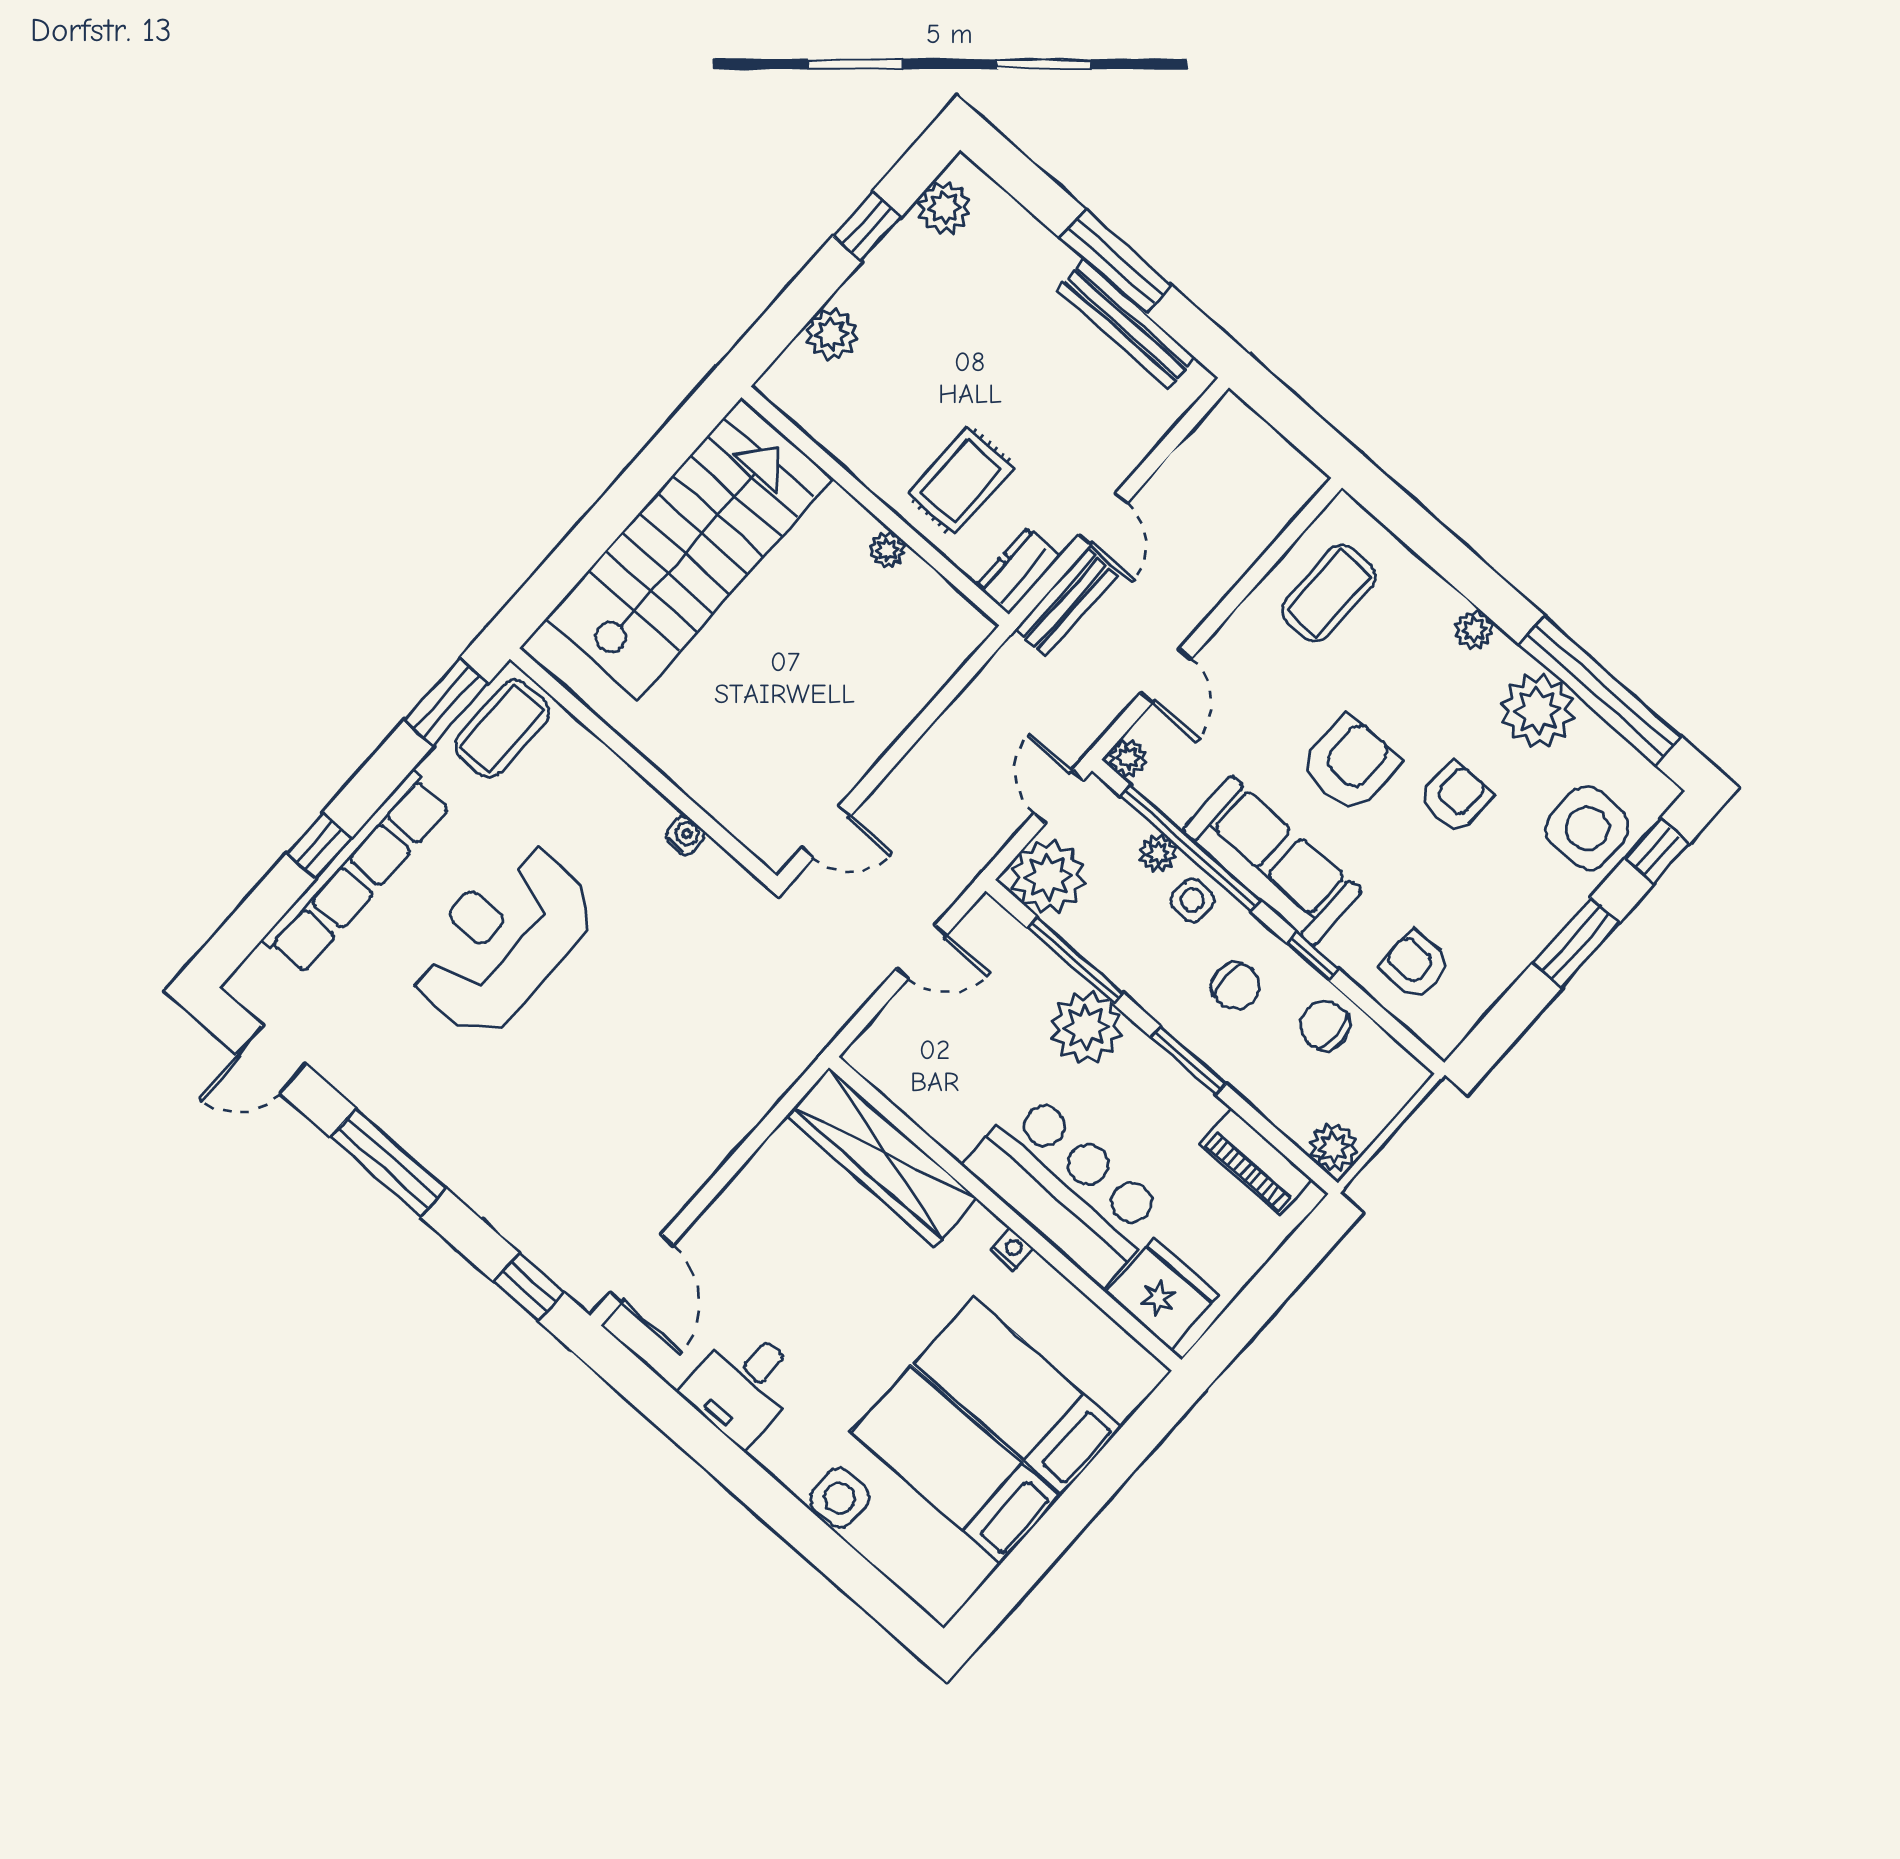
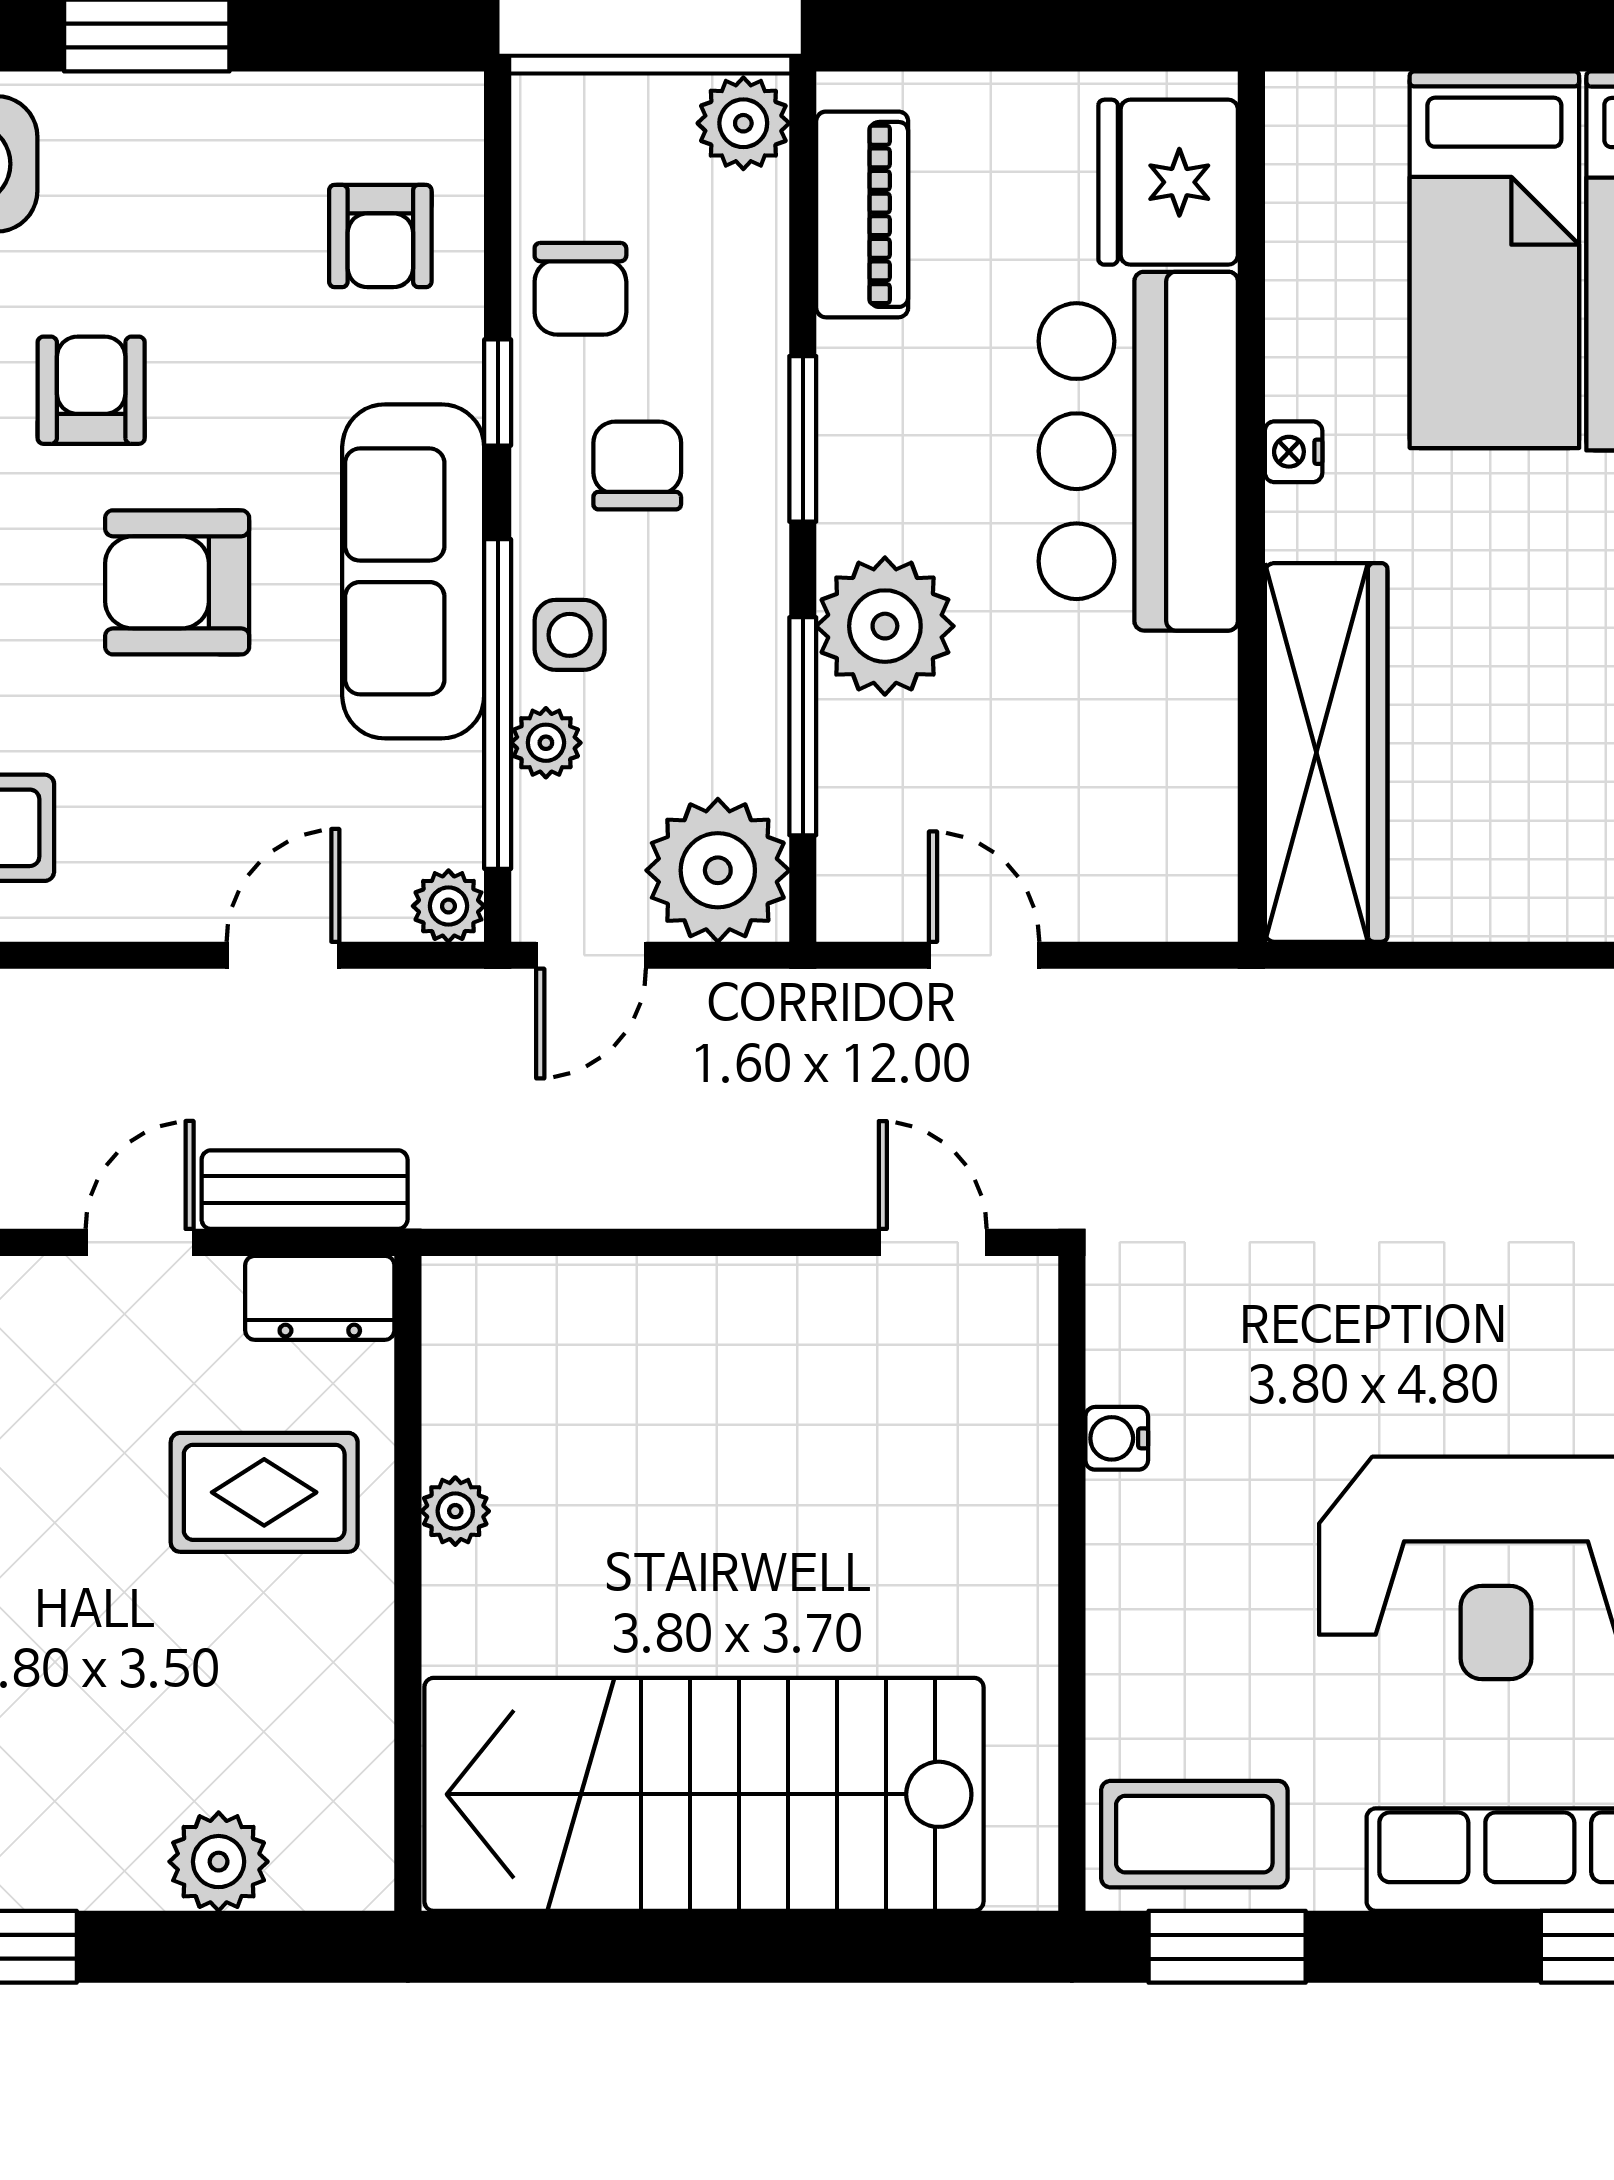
armchair: (1456, 797) -> (91, 390), turned 90

